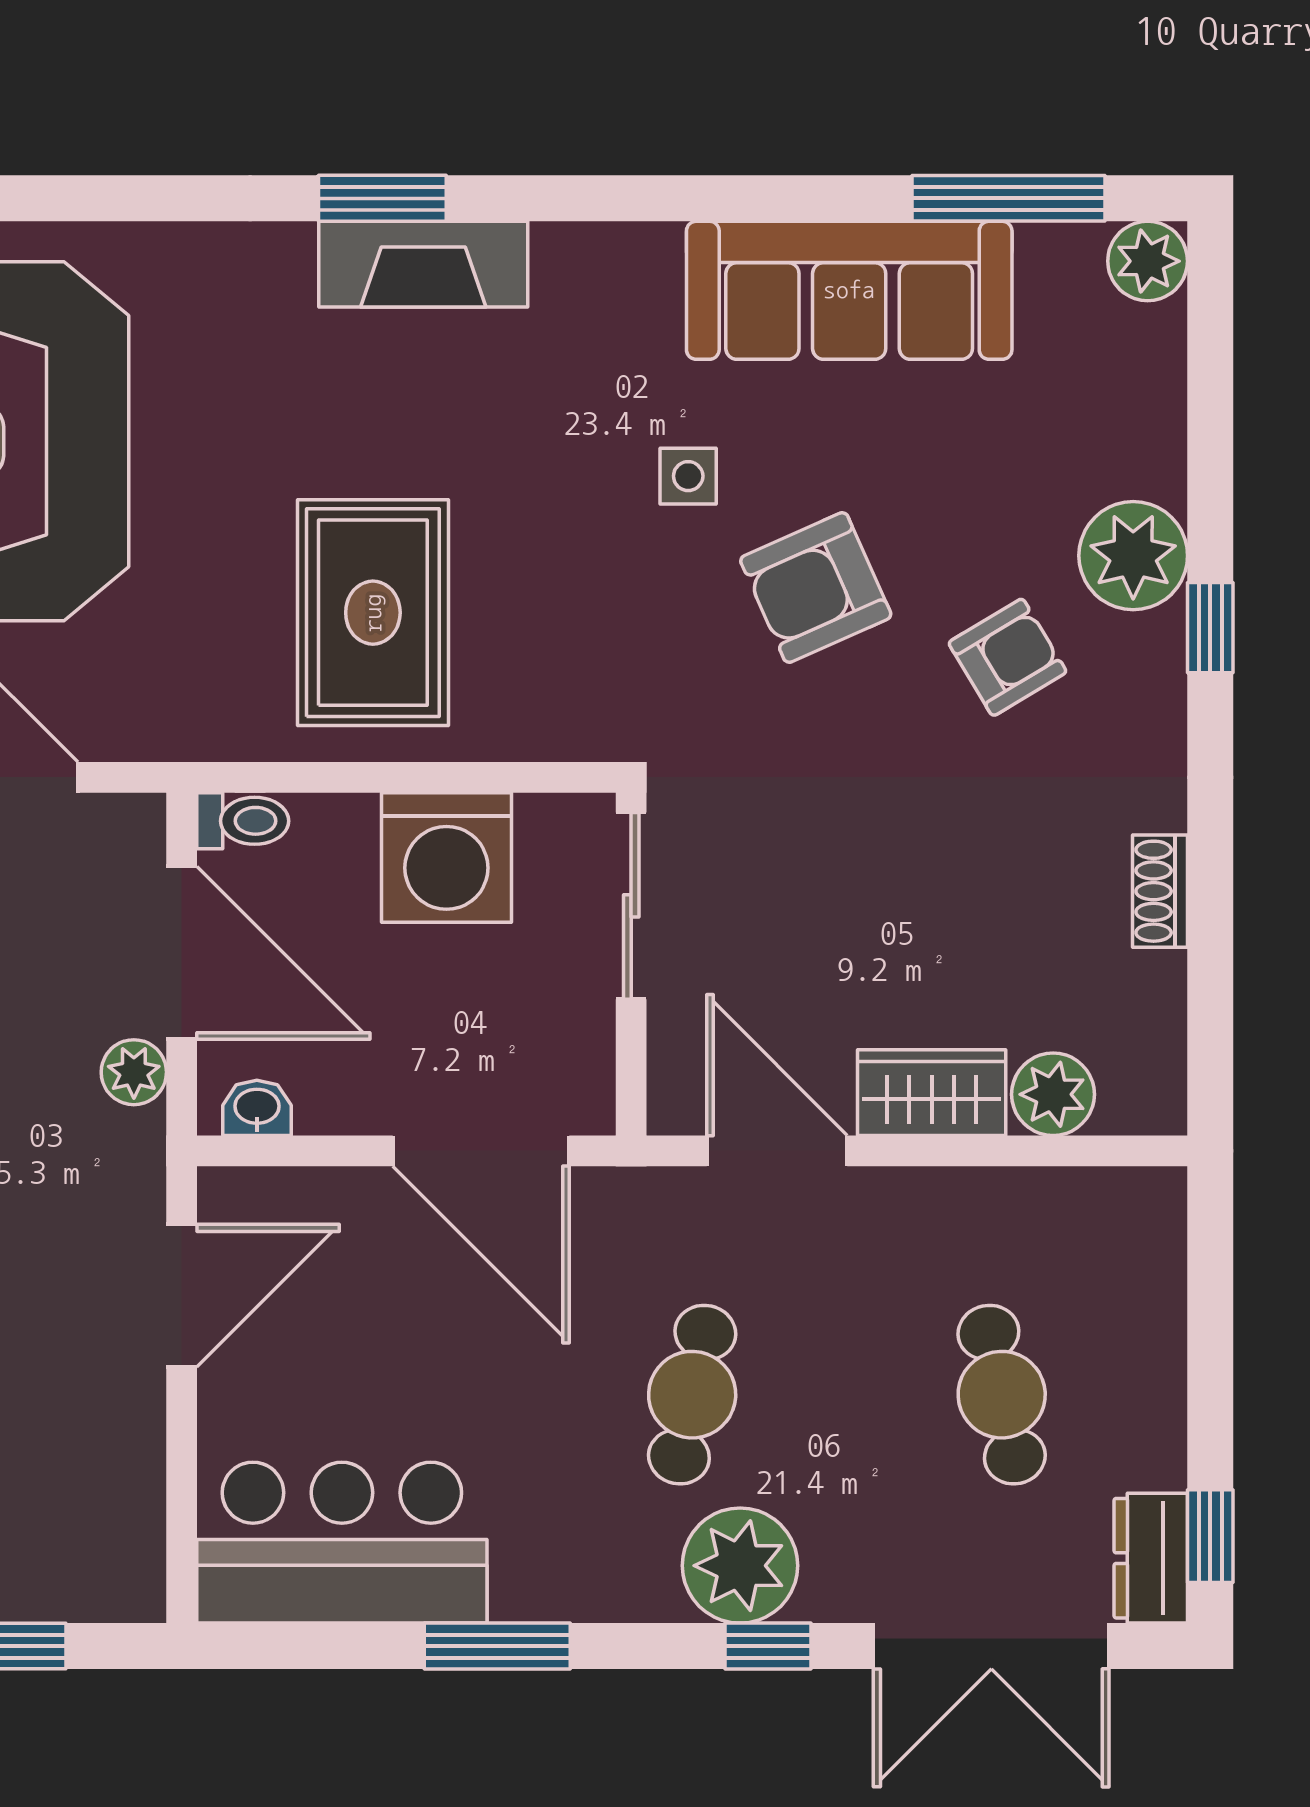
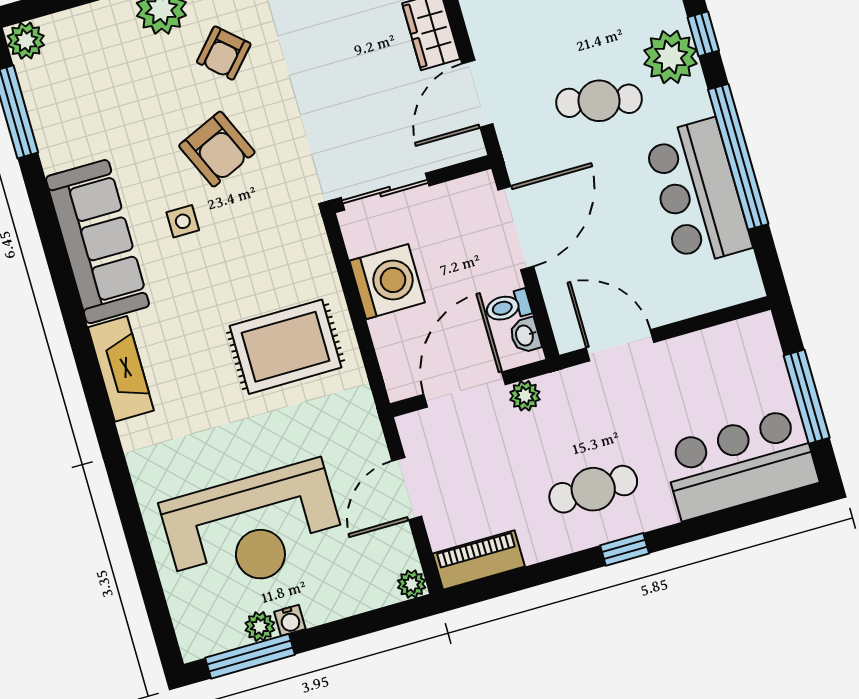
window: (382, 198) -> (96, 396), removed
sofa: (849, 290) -> (97, 242), moved
armchair: (1008, 657) -> (224, 53), turned -107
toilet: (243, 821) -> (508, 307), moved, turned -90
bar counter: (342, 1543) -> (698, 193), moved
window: (497, 1646) -> (738, 157), width x2.11

